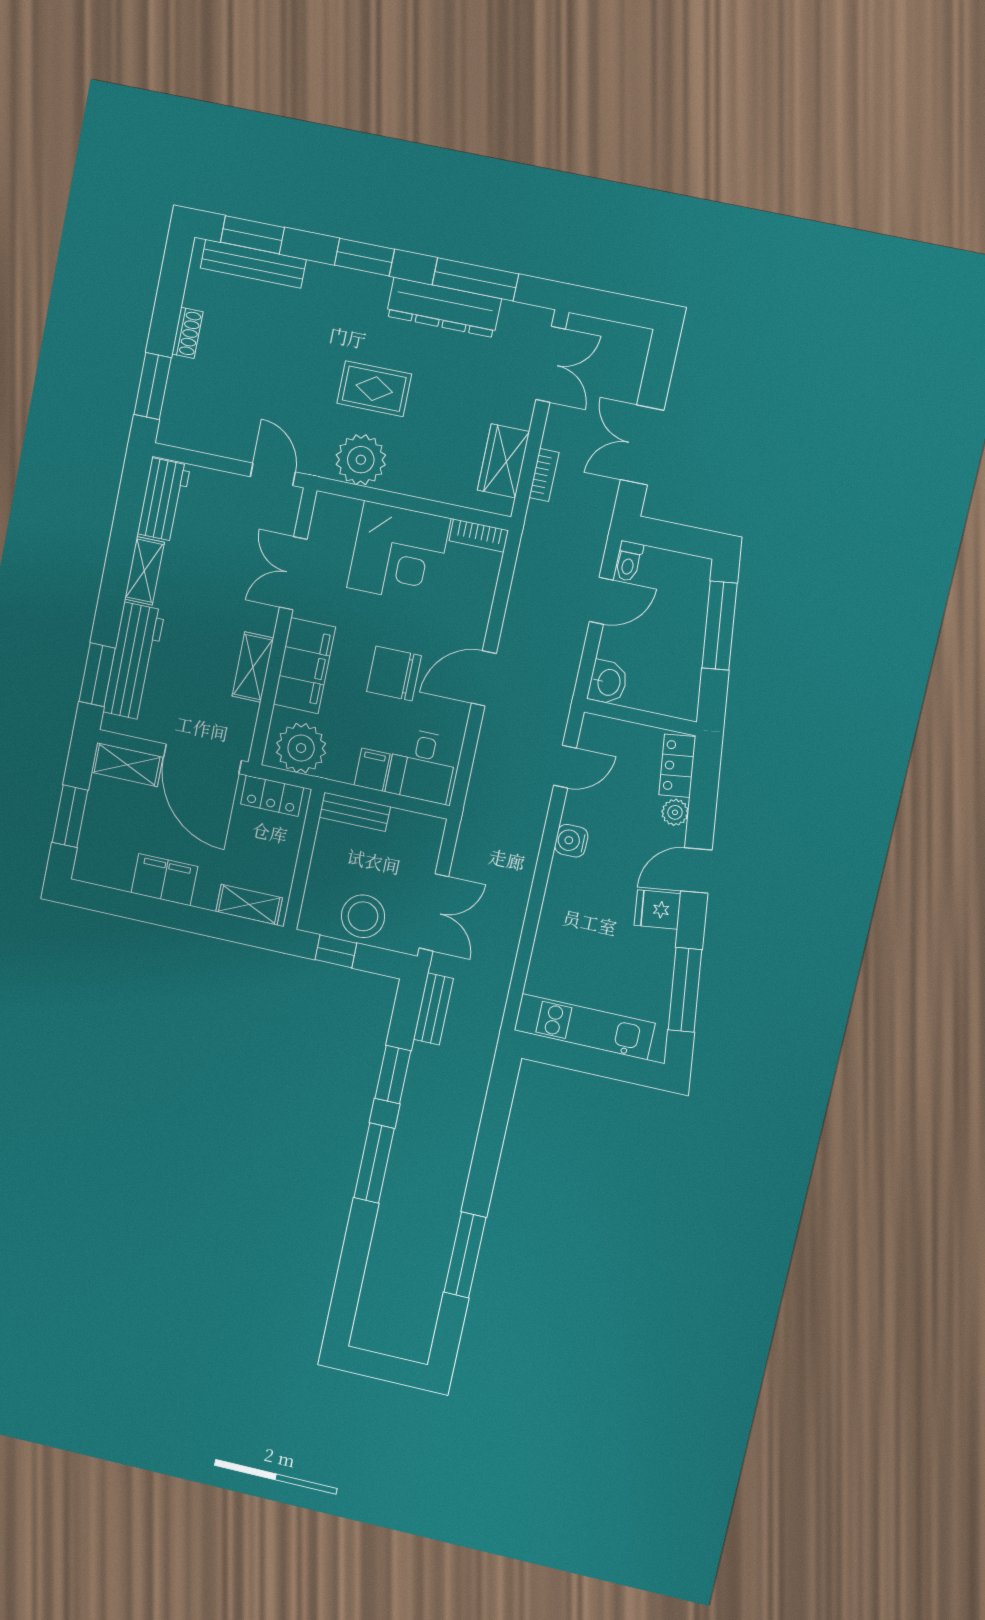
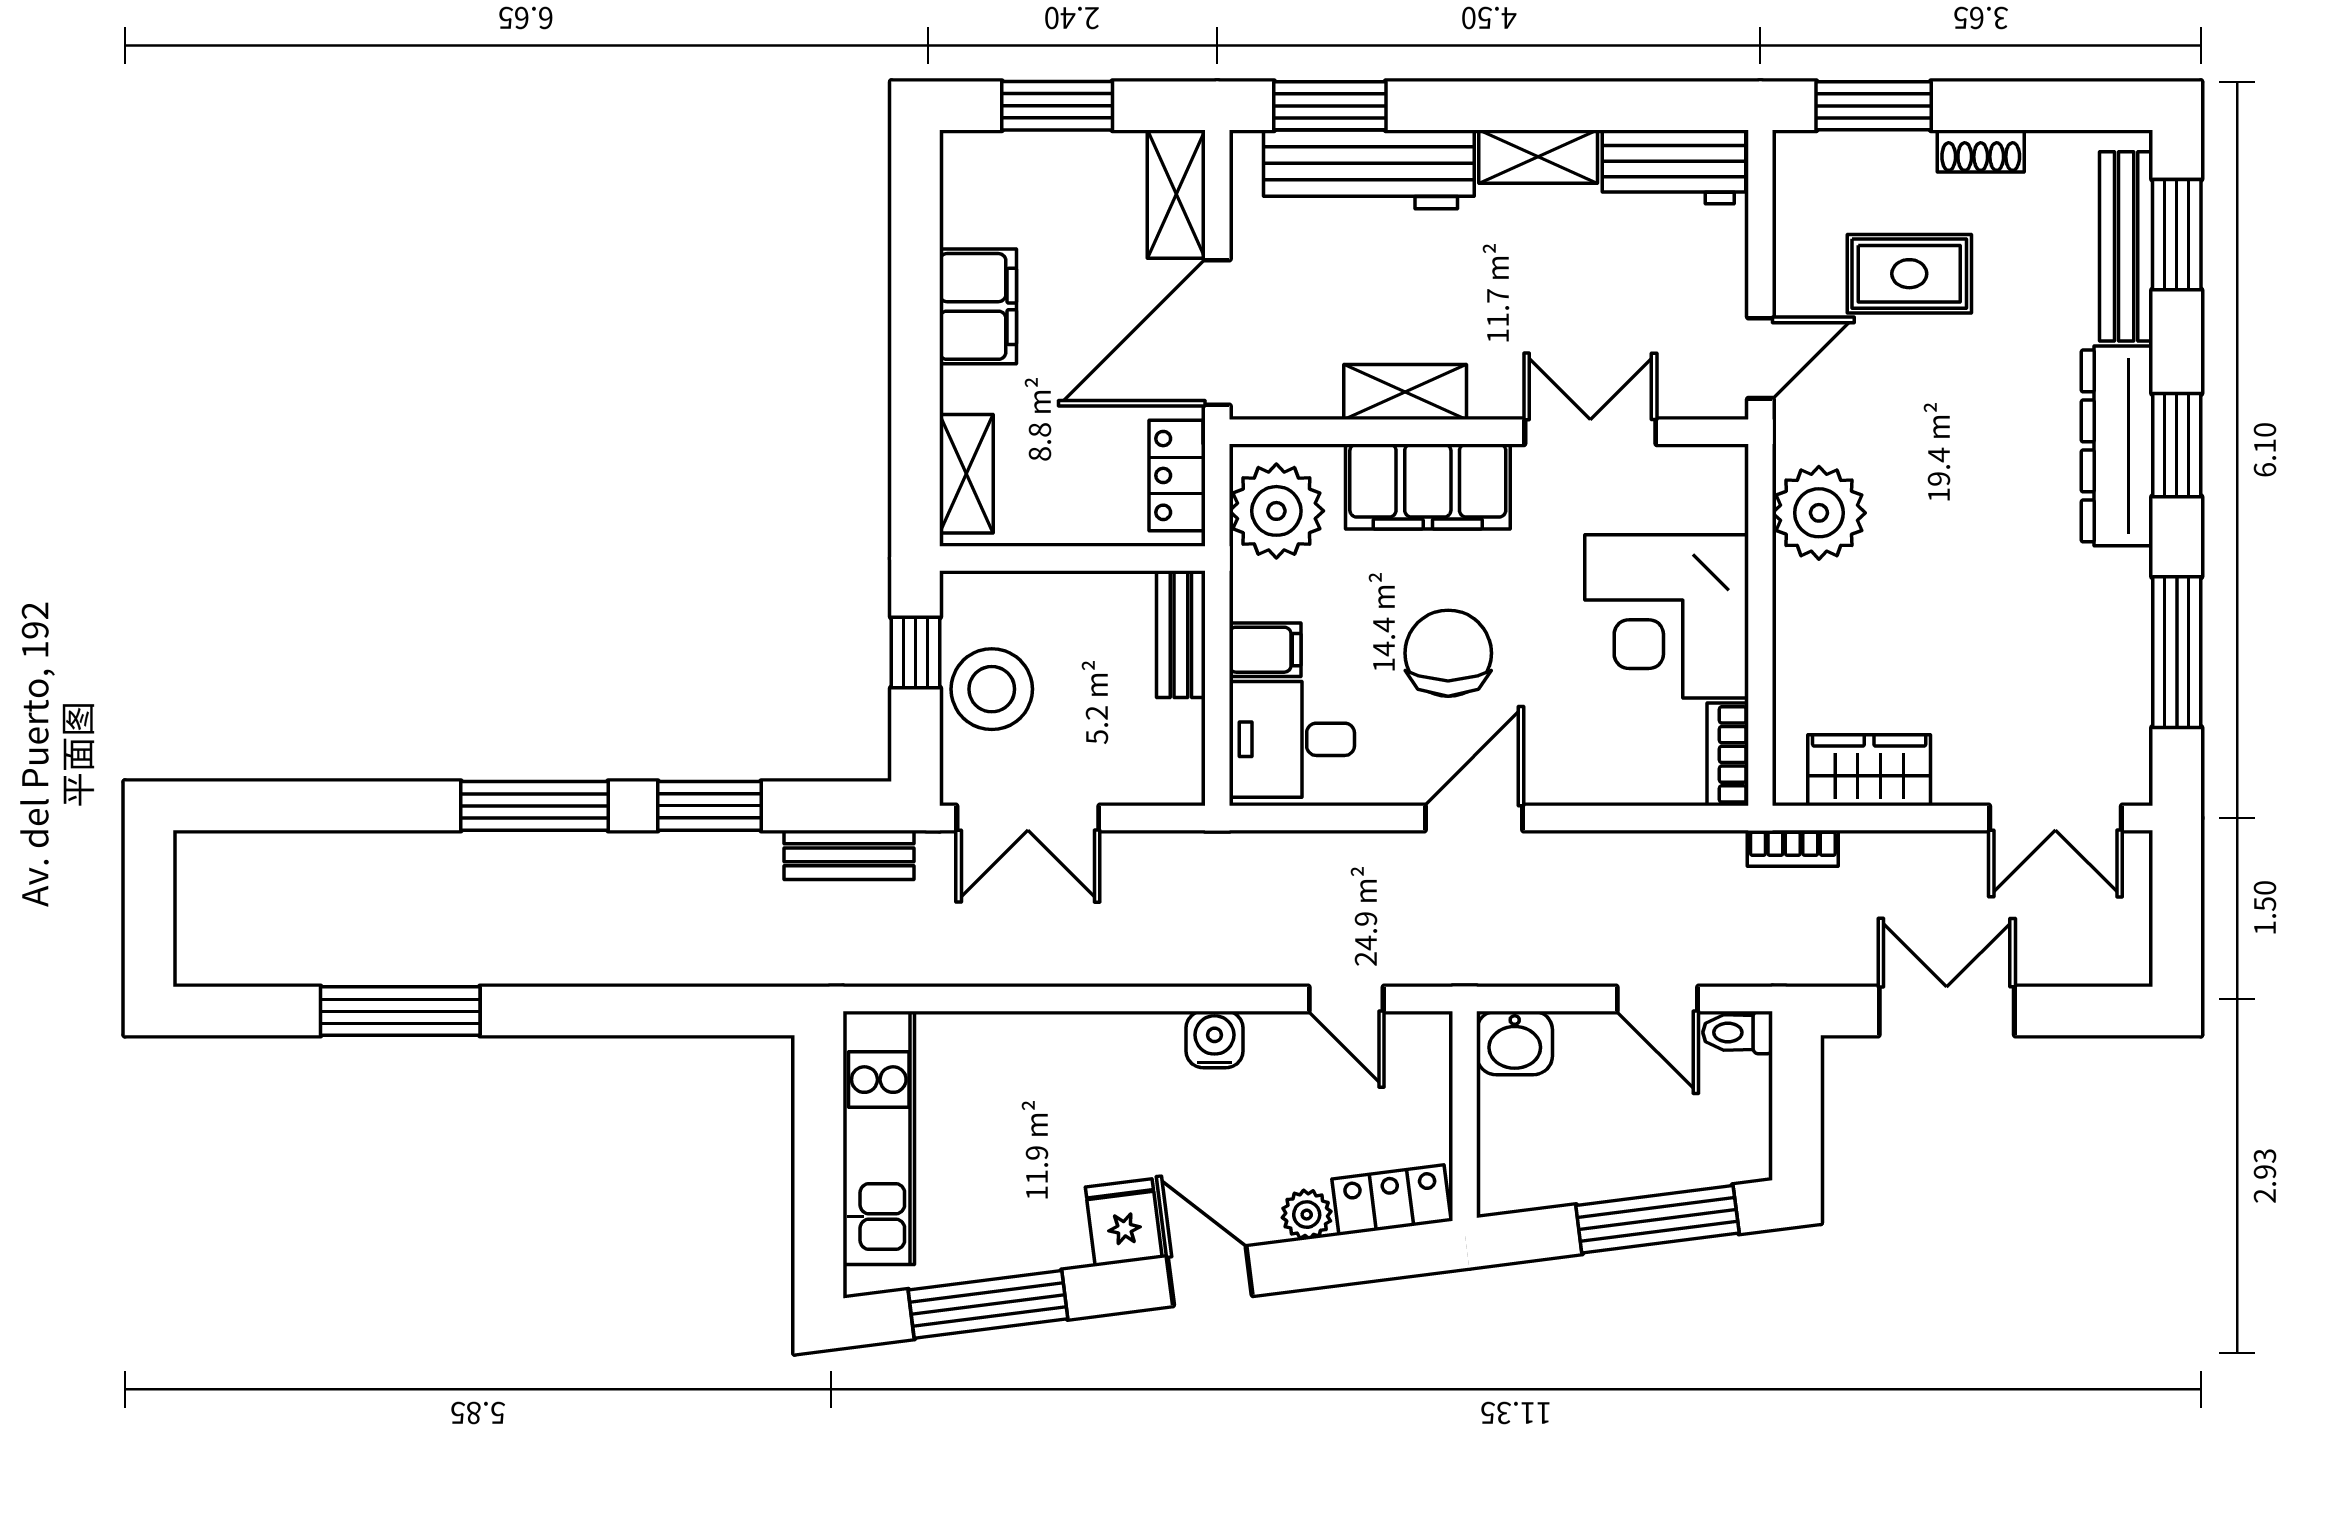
dresser: (444, 307) -> (2117, 446), moved
rug: (374, 389) -> (1909, 274), moved, turned 90
bookcase: (544, 475) -> (1793, 848), moved
door: (484, 678) -> (1474, 818), hinge flipped

